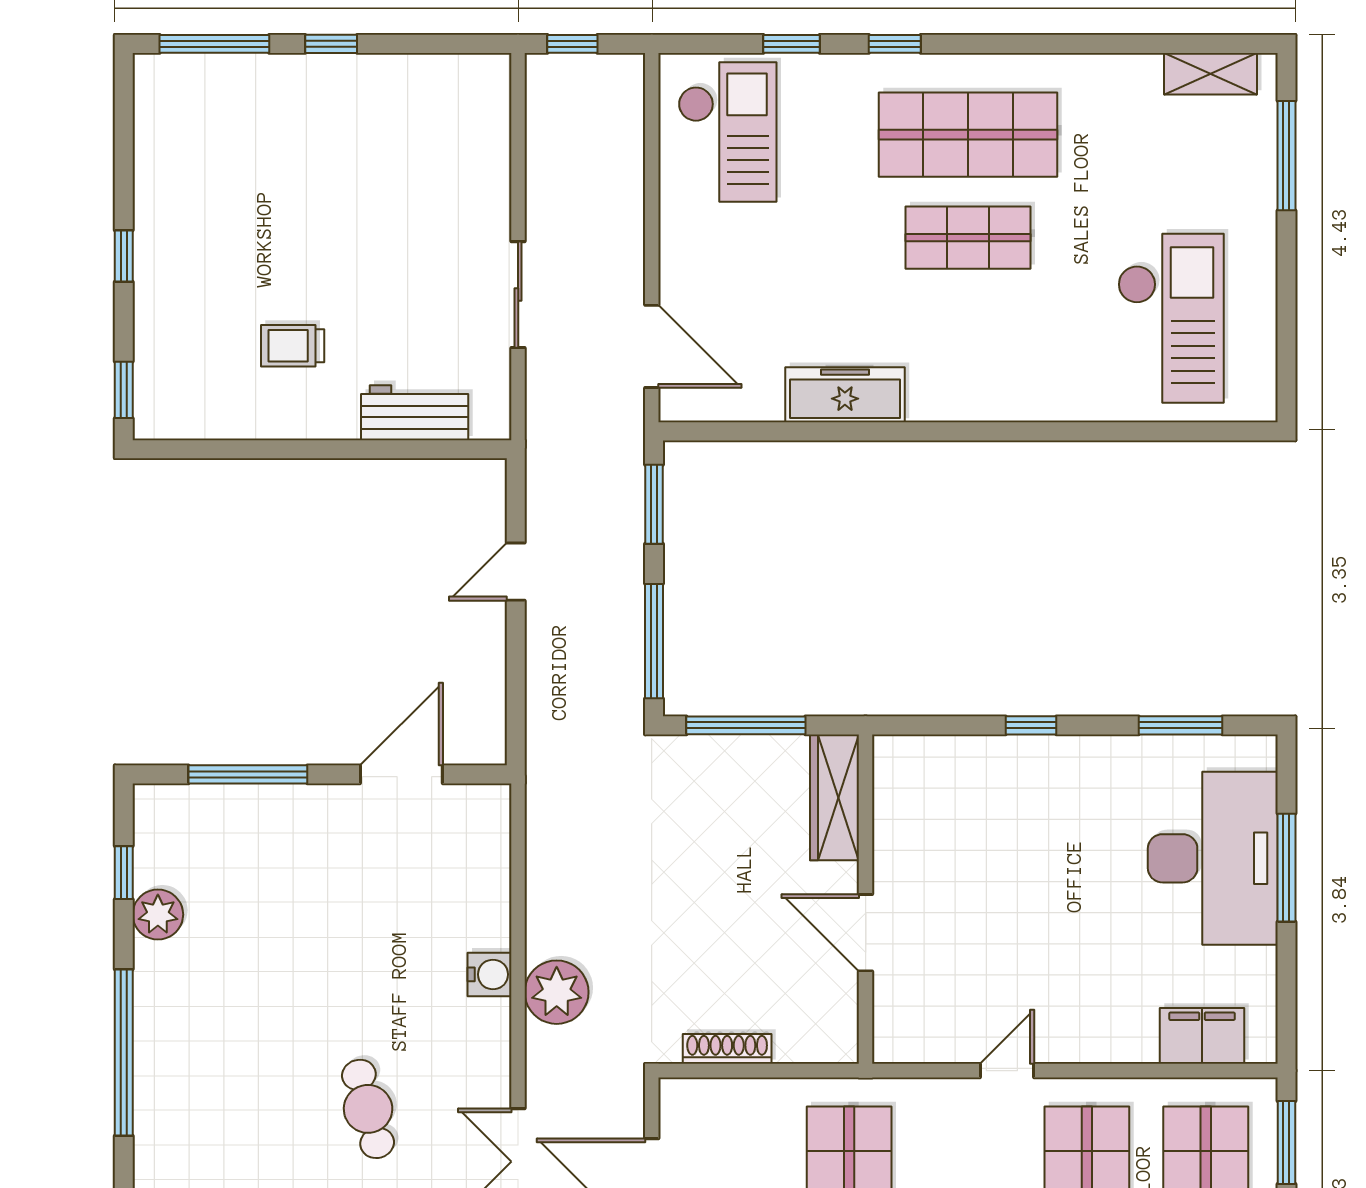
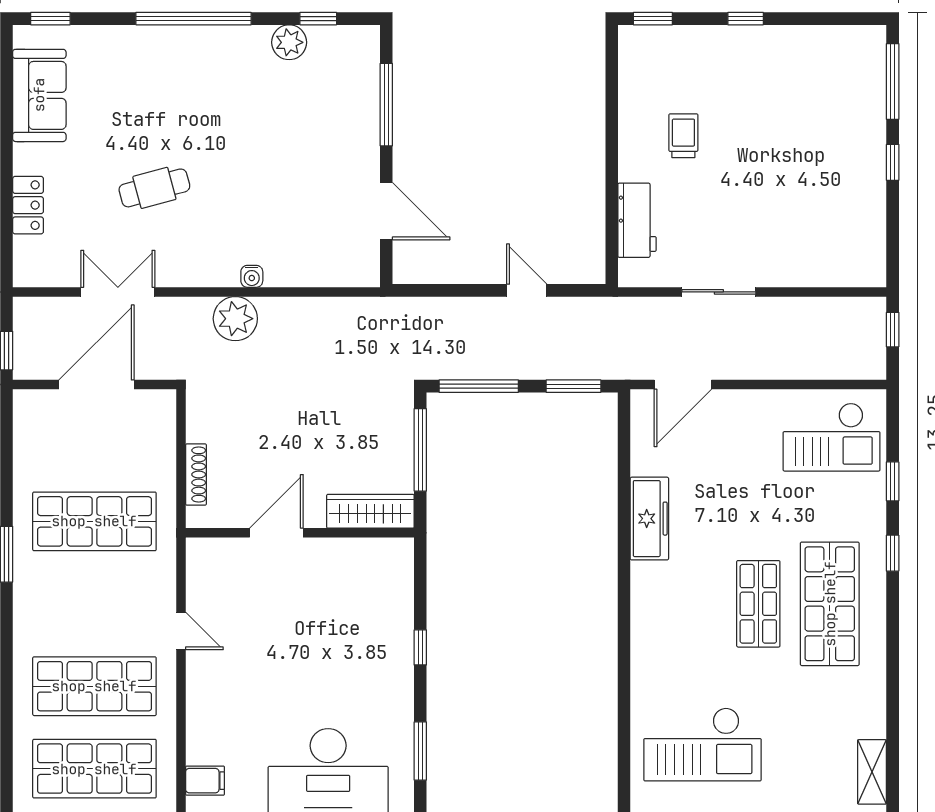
water cooler: (489, 974) -> (252, 276), width x0.72, depth x0.72
filing cabinet: (1202, 1036) -> (205, 781), width x0.50
shoe rack: (727, 1049) -> (196, 475), moved

